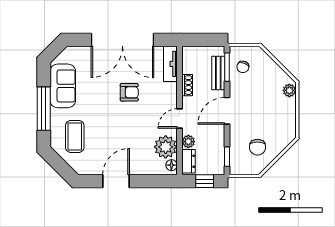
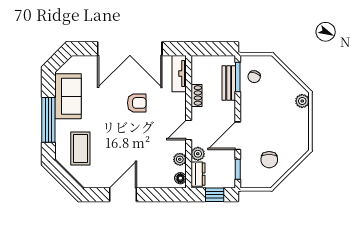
door: (227, 111) -> (238, 136), moved
plant: (166, 147) -> (180, 159), width x0.53, depth x0.53

